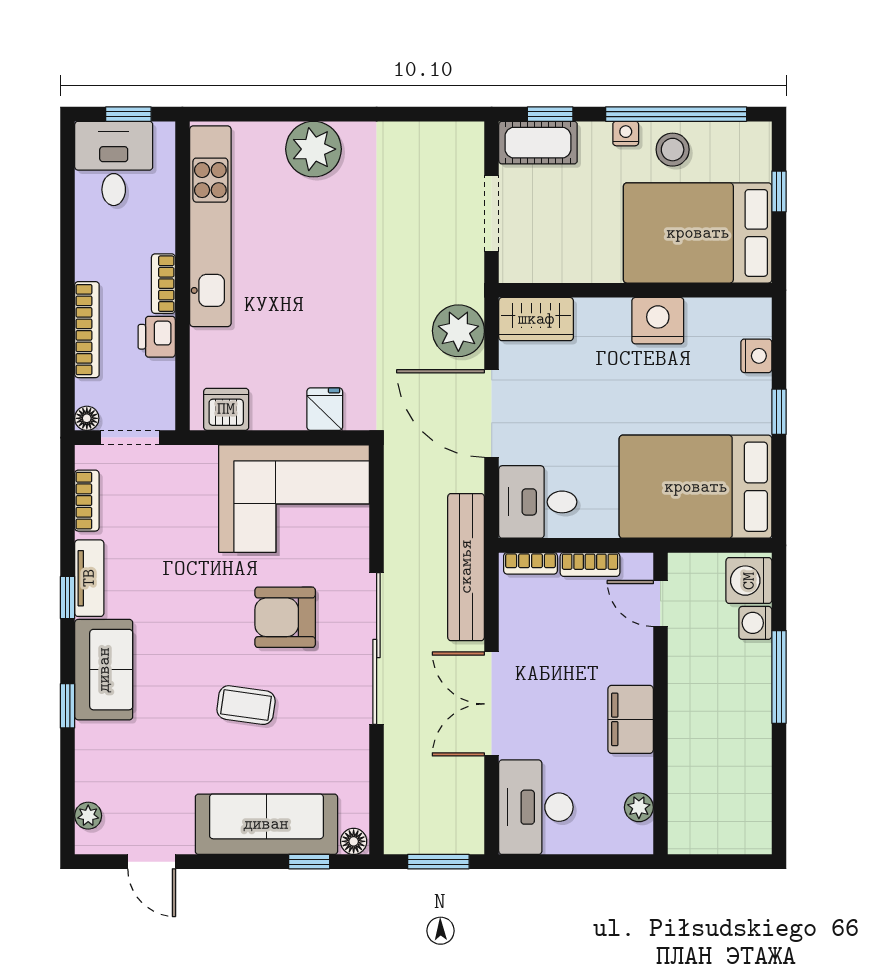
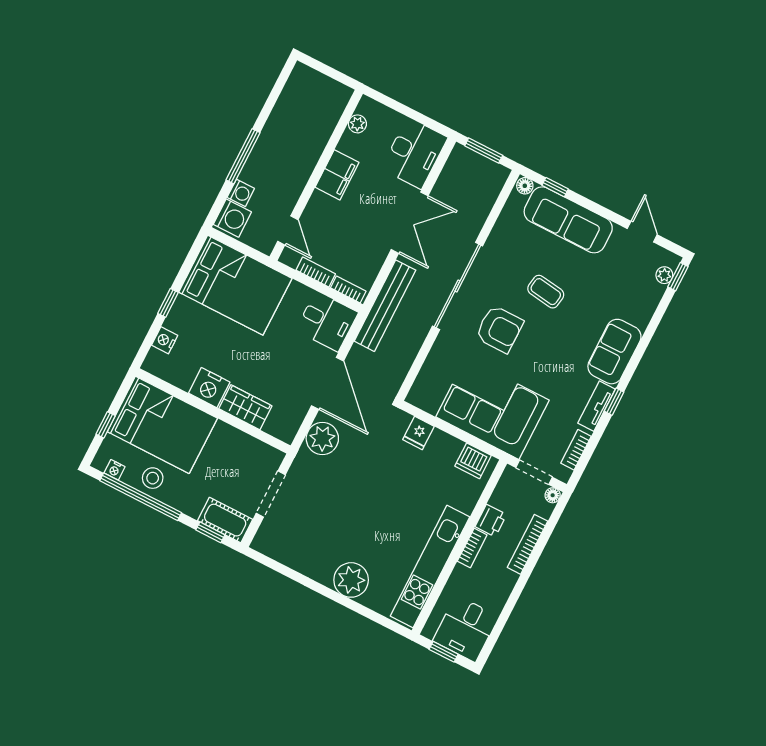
nightstand: (626, 134) -> (115, 470), moved
wardrobe: (536, 319) -> (245, 407), moved
corner sofa: (294, 499) -> (492, 408), moved
window: (67, 706) -> (678, 277), moved

